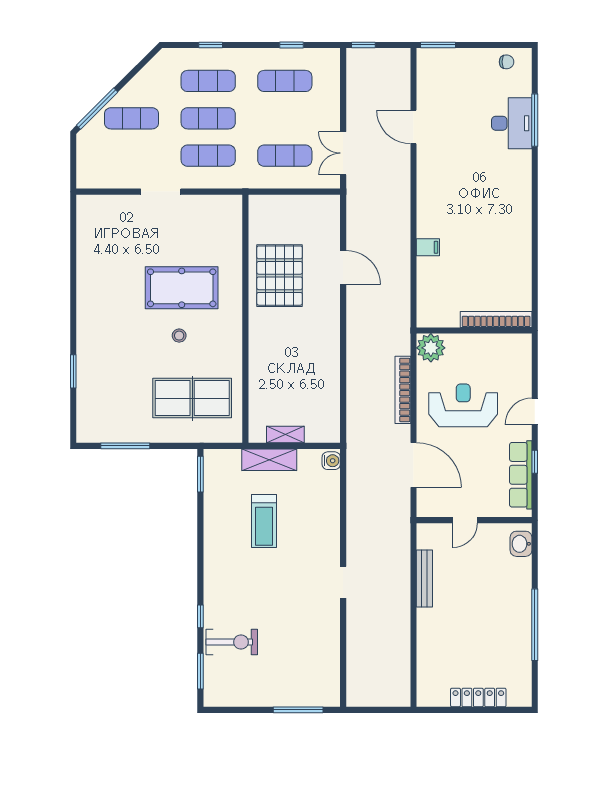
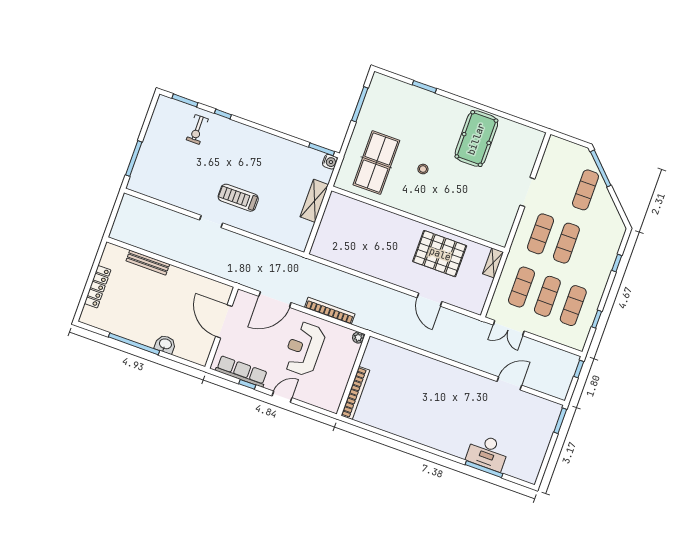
chair: (507, 62) -> (531, 464), removed
exercise mat: (208, 81) -> (547, 296), moved
double door: (343, 153) -> (509, 328), swing flipped
filing cabinet: (428, 247) -> (422, 364), removed
door: (343, 267) -> (429, 300), hinge flipped
pool table: (182, 288) -> (476, 139), moved
plant: (431, 348) -> (358, 338), width x0.53, depth x0.53
reception desk: (463, 405) -> (304, 349), turned 180
door: (535, 411) -> (282, 397), hinge flipped
shelving: (285, 434) -> (493, 263), moved
water cooler: (331, 461) -> (330, 162), moved, turned -90
door: (465, 520) -> (224, 321), width x1.88
treadmill: (264, 521) -> (238, 198), moved
washbasin: (521, 544) -> (165, 344), moved
bench: (424, 579) -> (148, 263), moved
exercise bike: (232, 642) -> (197, 129), width x0.73, depth x0.72

